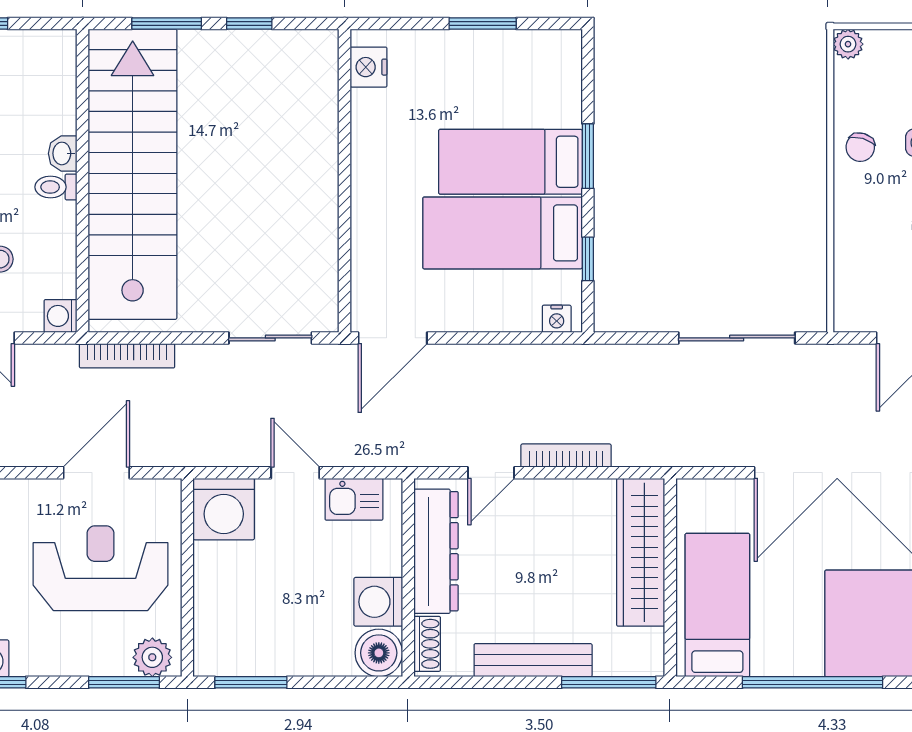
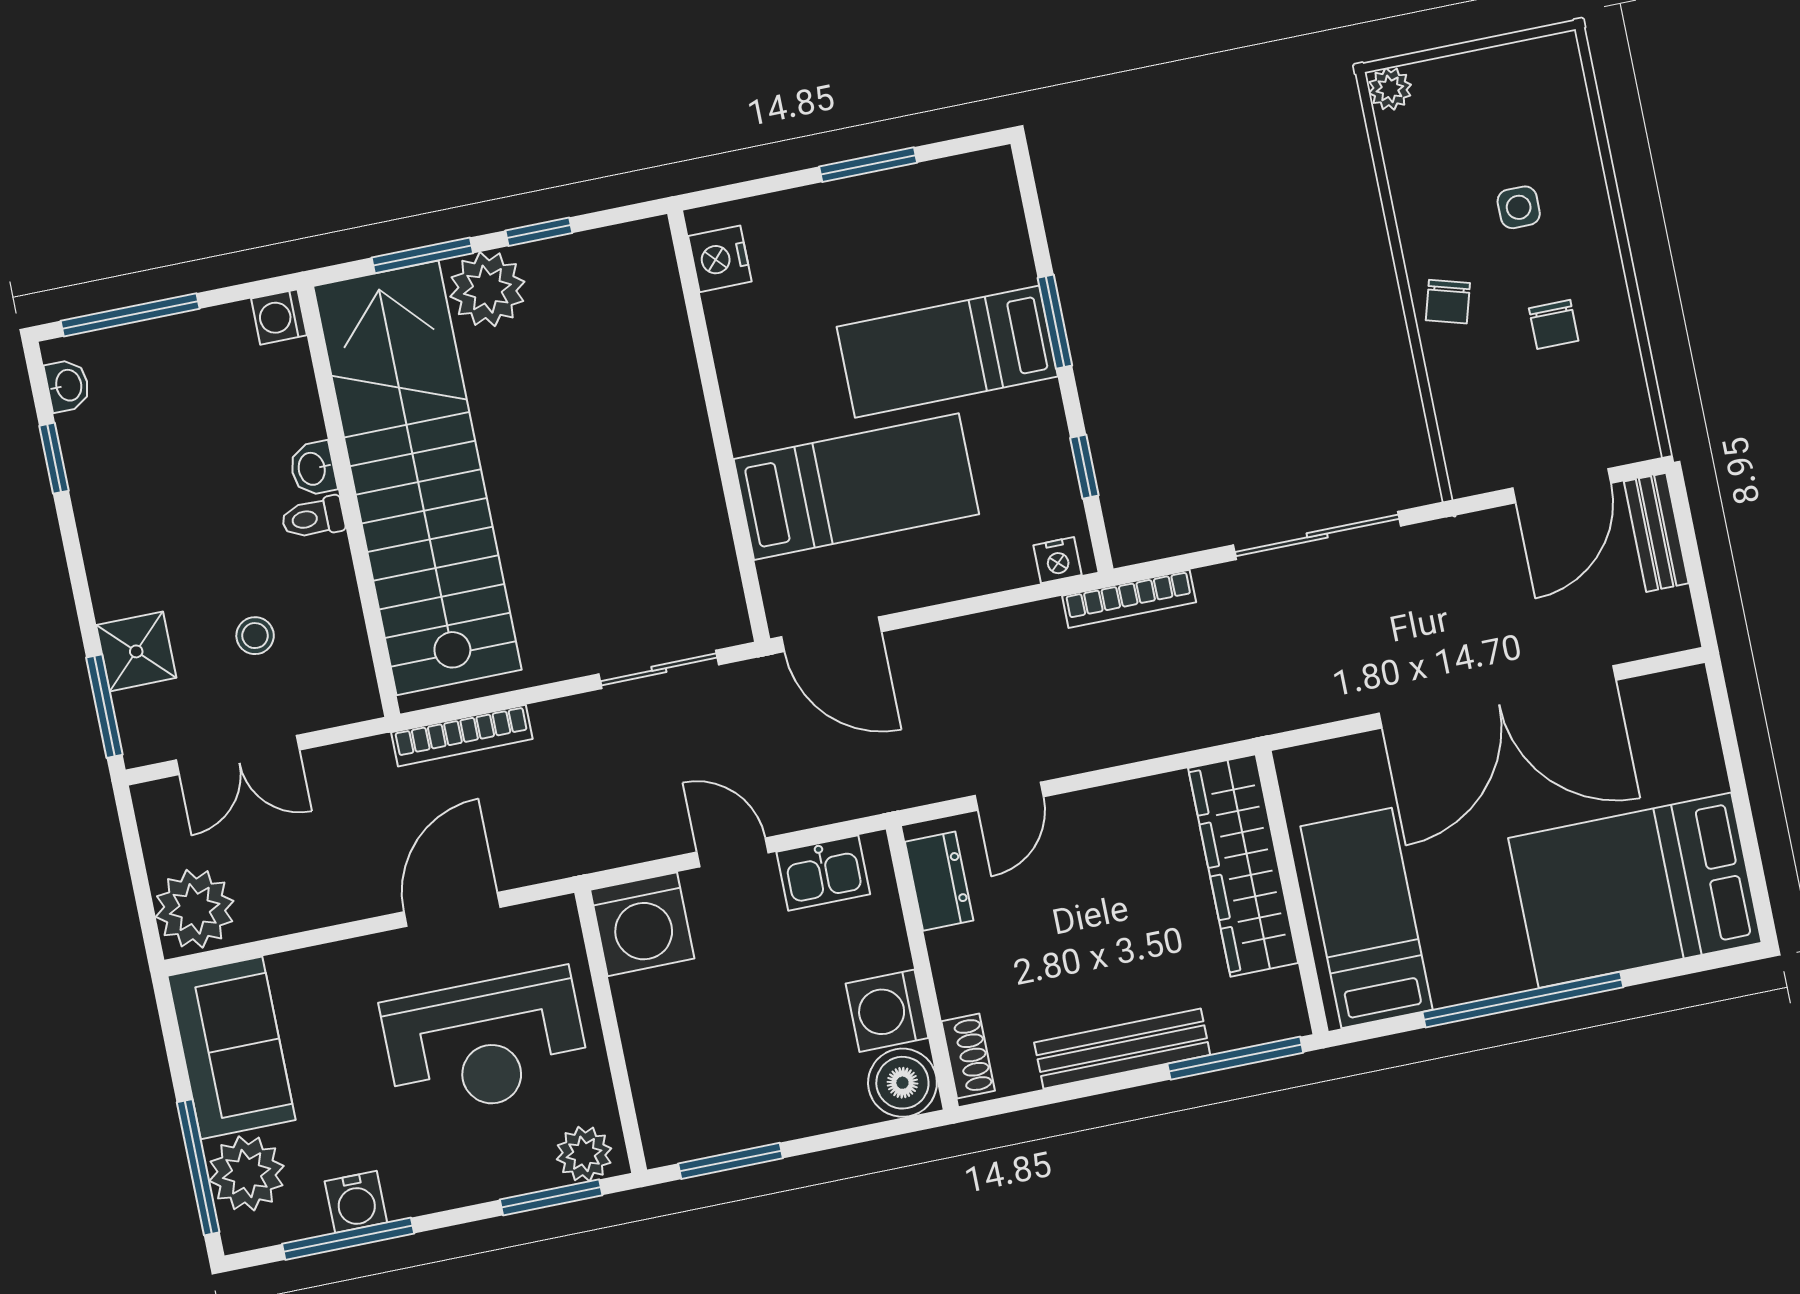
plant: (206, 56) -> (487, 289), added
chair: (860, 147) -> (1448, 302), moved
bed: (503, 233) -> (856, 487), moved, turned 180
washing machine: (61, 316) -> (279, 317), moved
door: (393, 338) -> (831, 634), hinge flipped
bookcase: (566, 456) -> (1129, 599), moved, turned 180
dresser: (436, 551) -> (939, 881), width x0.51, depth x0.80
reception desk: (101, 568) -> (485, 1043), turned 180

